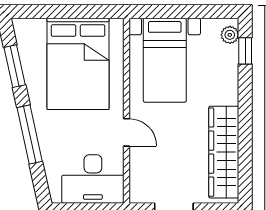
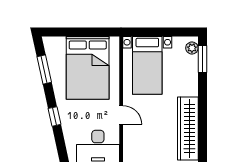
window: (245, 51) -> (202, 59), width x1.50
window: (30, 135) -> (54, 116), width x0.46

